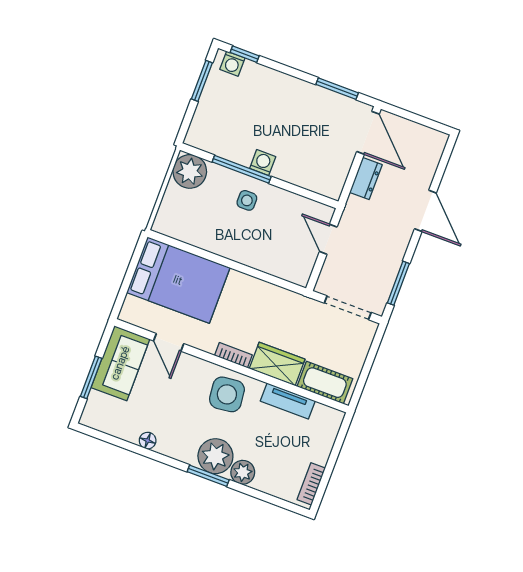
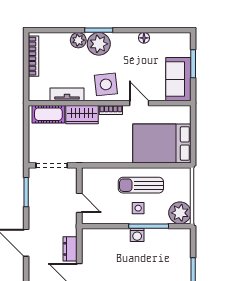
sun lounger: (231, 232) -> (141, 185), added
door: (169, 342) -> (139, 103), moved
bookcase: (311, 484) -> (34, 56), width x1.56

